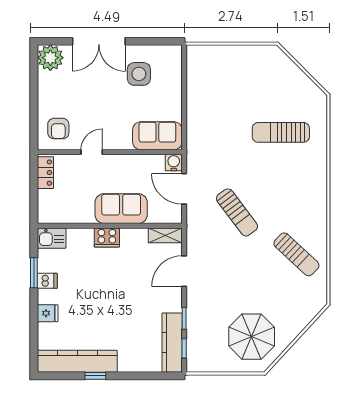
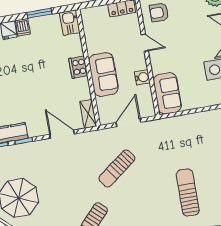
water cooler: (174, 163) -> (142, 77), moved
dishwasher: (47, 281) -> (23, 27), moved

